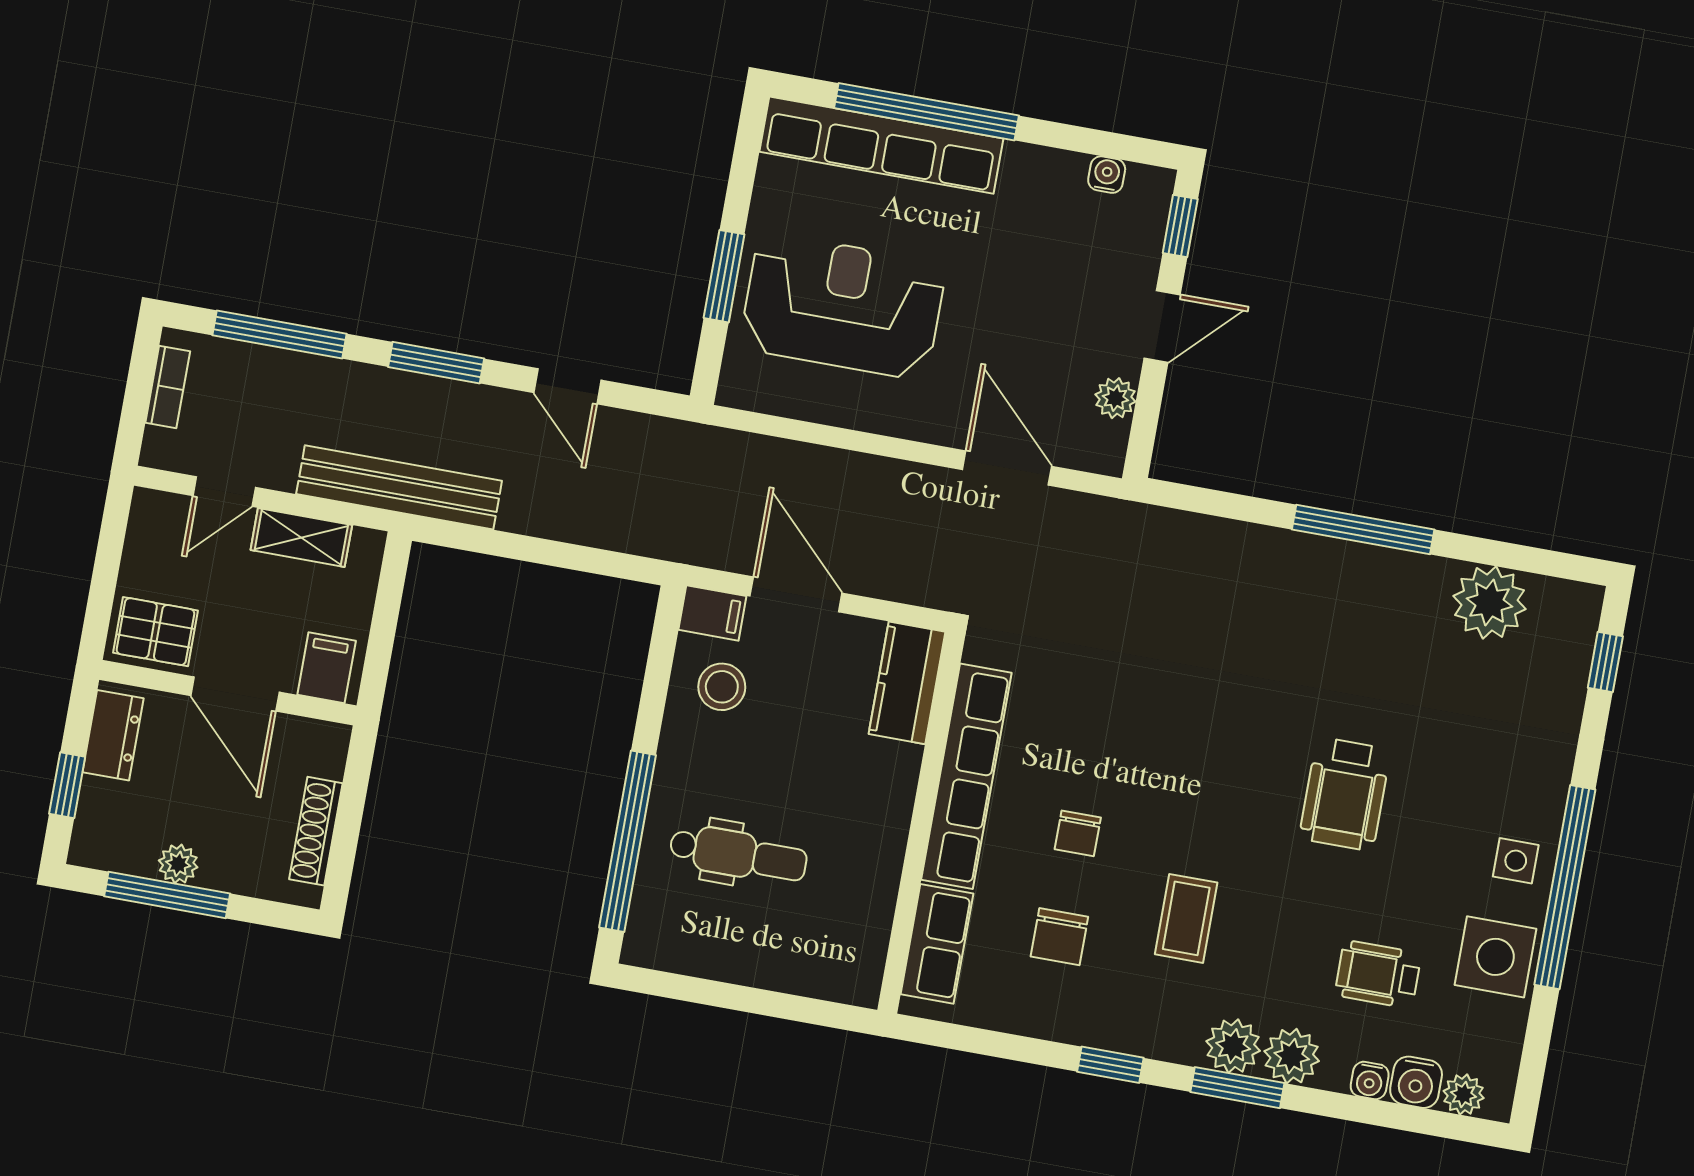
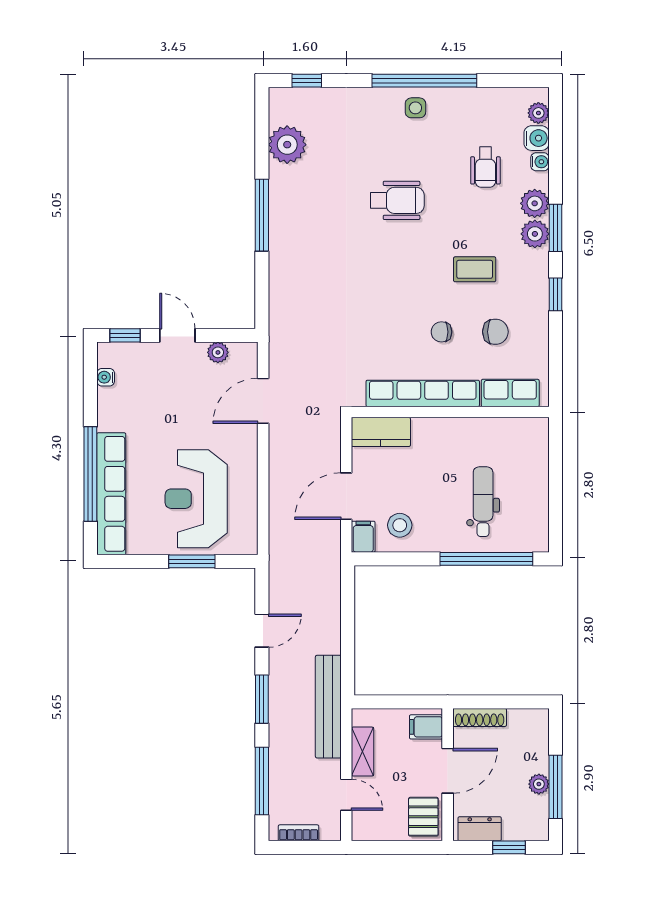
shoe rack: (316, 831) -> (480, 717), moved
chair: (1078, 833) -> (441, 332), turned 180
side table: (1495, 957) -> (466, 109), removed

